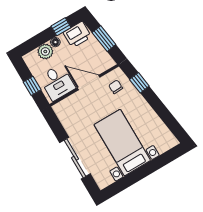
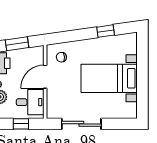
window: (139, 83) -> (106, 31), moved
sliding door: (75, 158) -> (81, 124), moved

